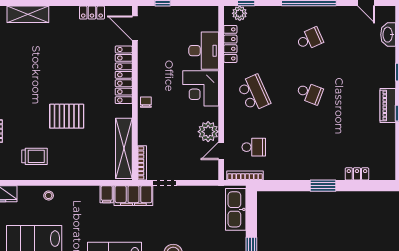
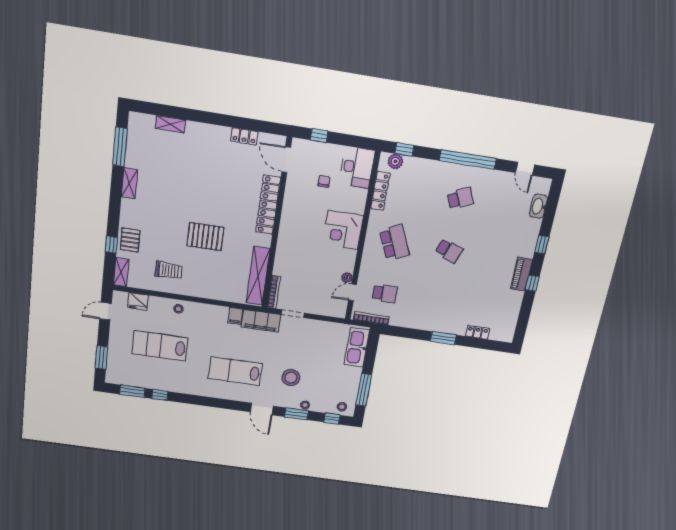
shelving: (28, 14) -> (170, 124), width x0.67, depth x0.75
desk: (204, 51) -> (357, 167), moved
chair: (146, 102) -> (324, 181), moved
plant: (208, 132) -> (347, 278), width x0.53, depth x0.53

